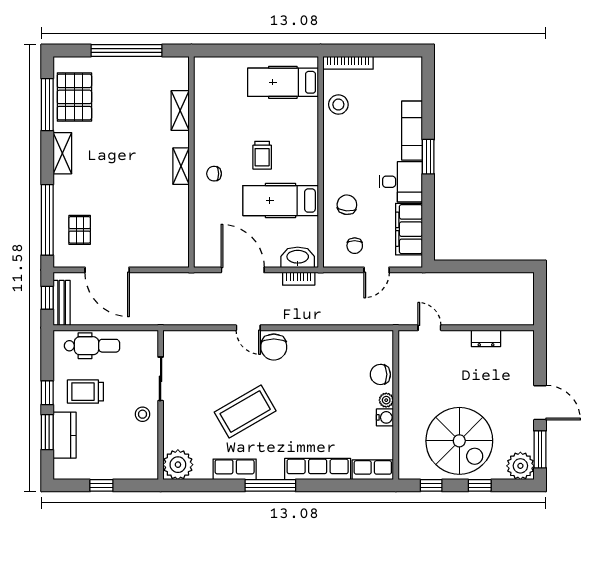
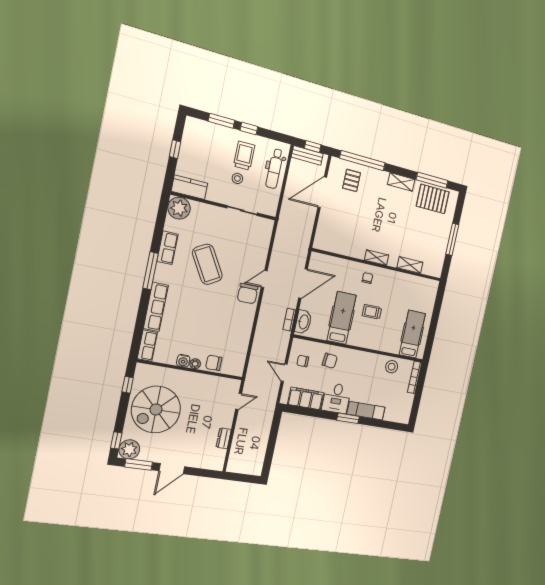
window: (126, 51) -> (452, 239), width x0.68
pallet: (80, 230) -> (352, 181), turned 90
chair: (274, 347) -> (248, 294), turned -90
chair: (380, 374) -> (214, 363), turned -89
stool: (143, 414) -> (237, 178), moved
kitchen counter: (65, 435) -> (189, 187), moved, turned 180
window: (480, 485) -> (116, 440), moved

